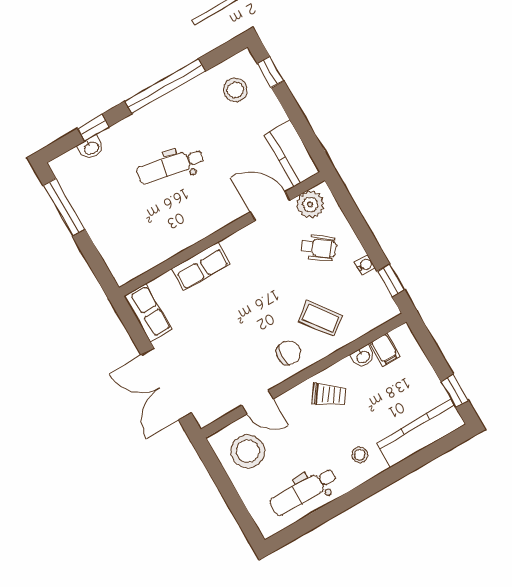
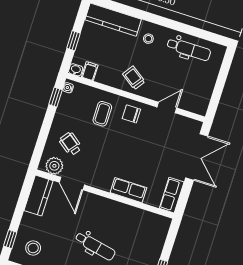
water cooler: (365, 265) -> (68, 88), moved
coffee table: (320, 318) -> (102, 114), turned 37
washbasin: (363, 357) -> (76, 70), moved
window: (455, 391) -> (73, 41), moved
door: (258, 402) -> (167, 108), hinge flipped
stool: (248, 451) -> (193, 92), removed

